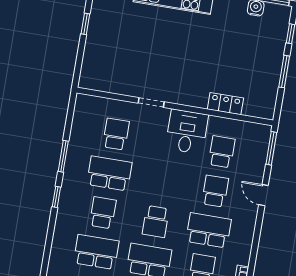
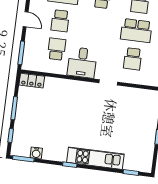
locker: (225, 104) -> (32, 81), moved
school desk: (222, 152) -> (57, 49), turned 180

